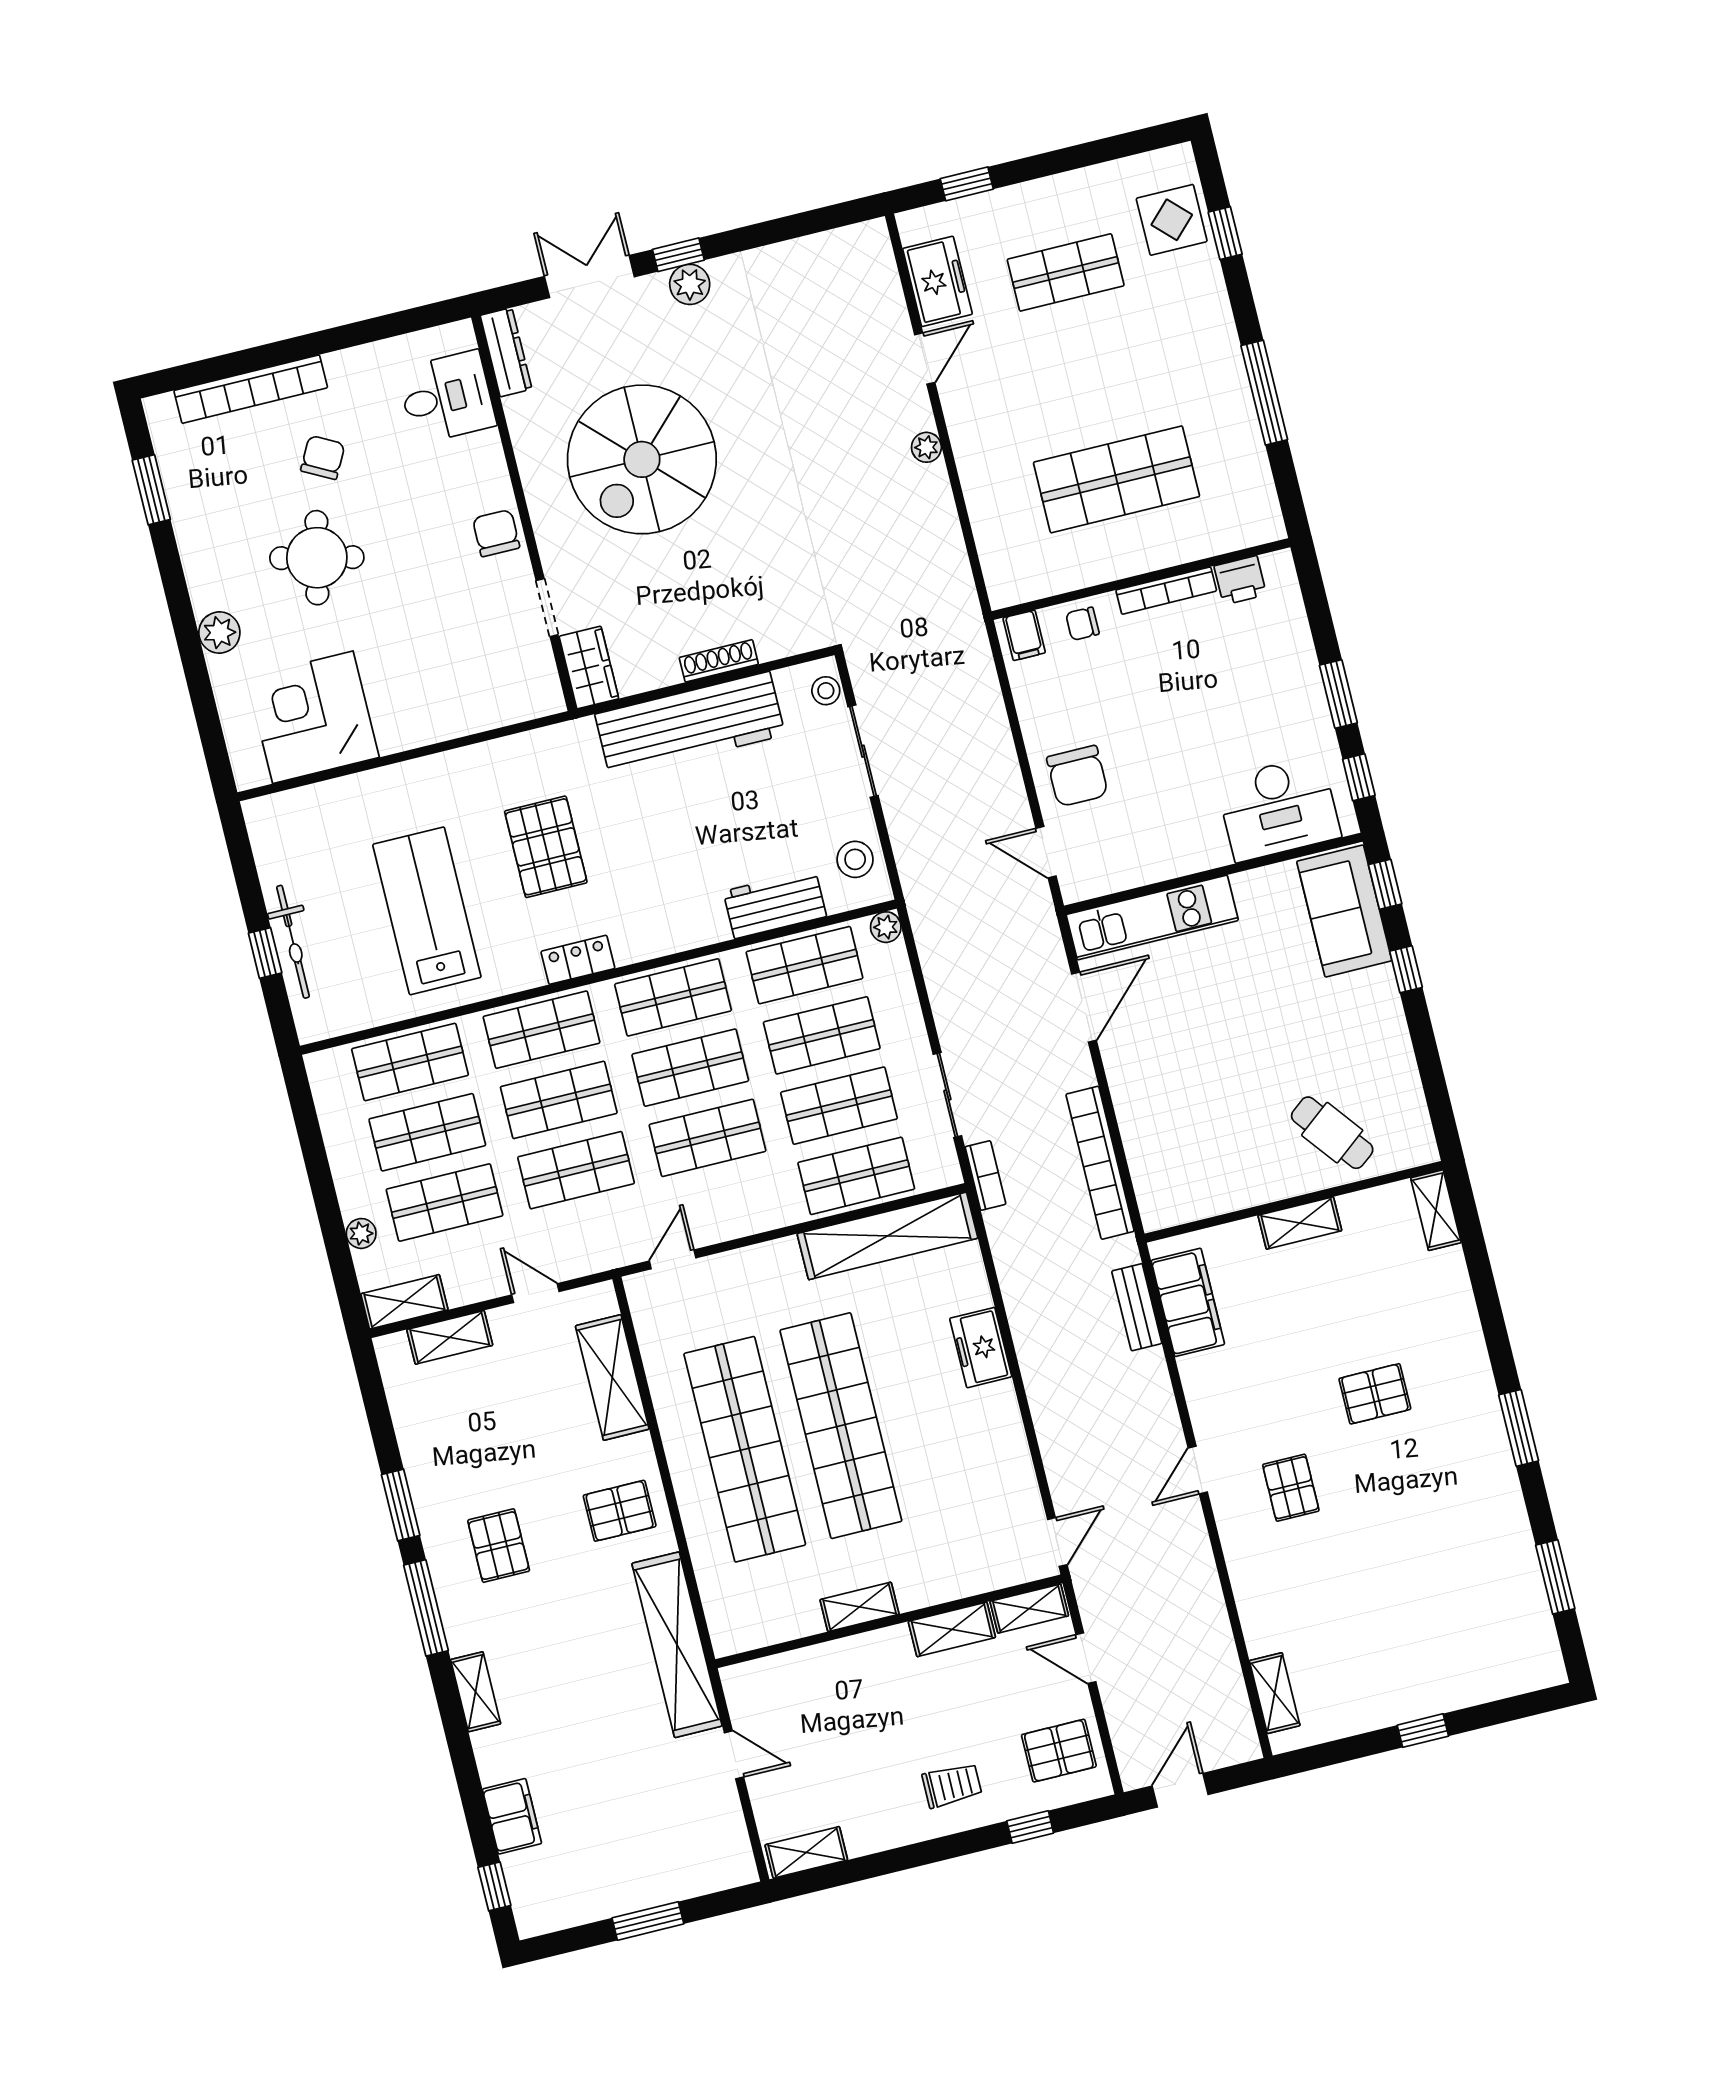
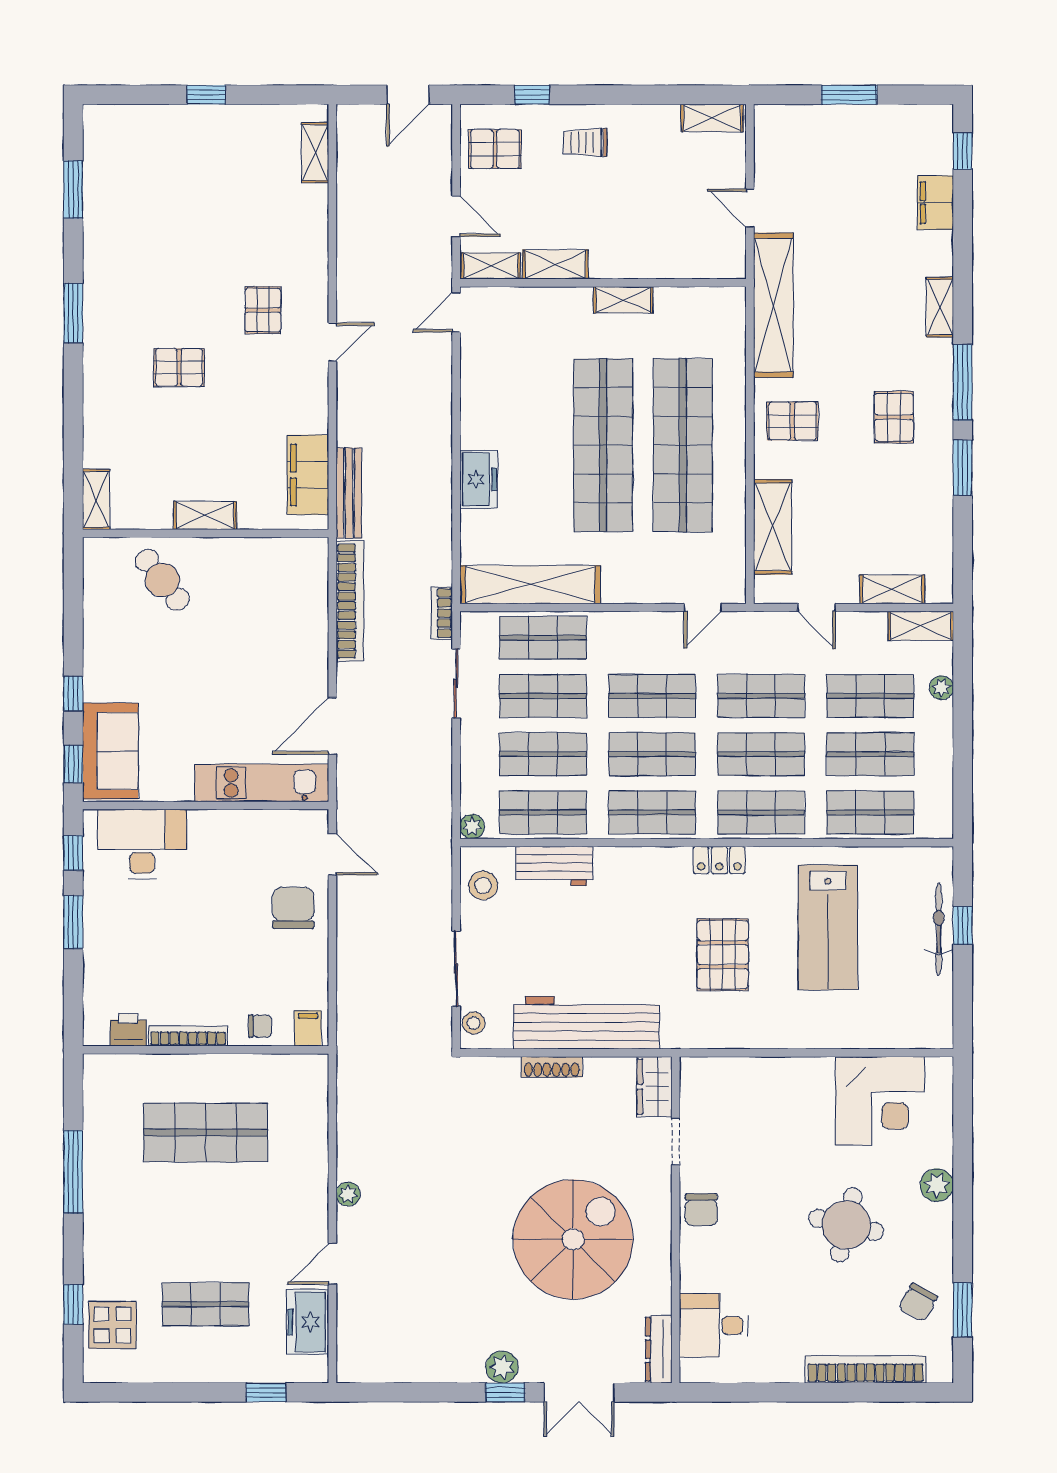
chair: (323, 457) -> (918, 1302), moved
bench: (1137, 1307) -> (349, 493), width x1.36

